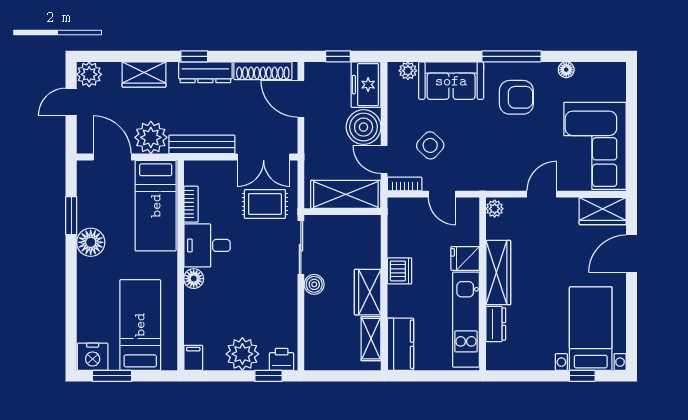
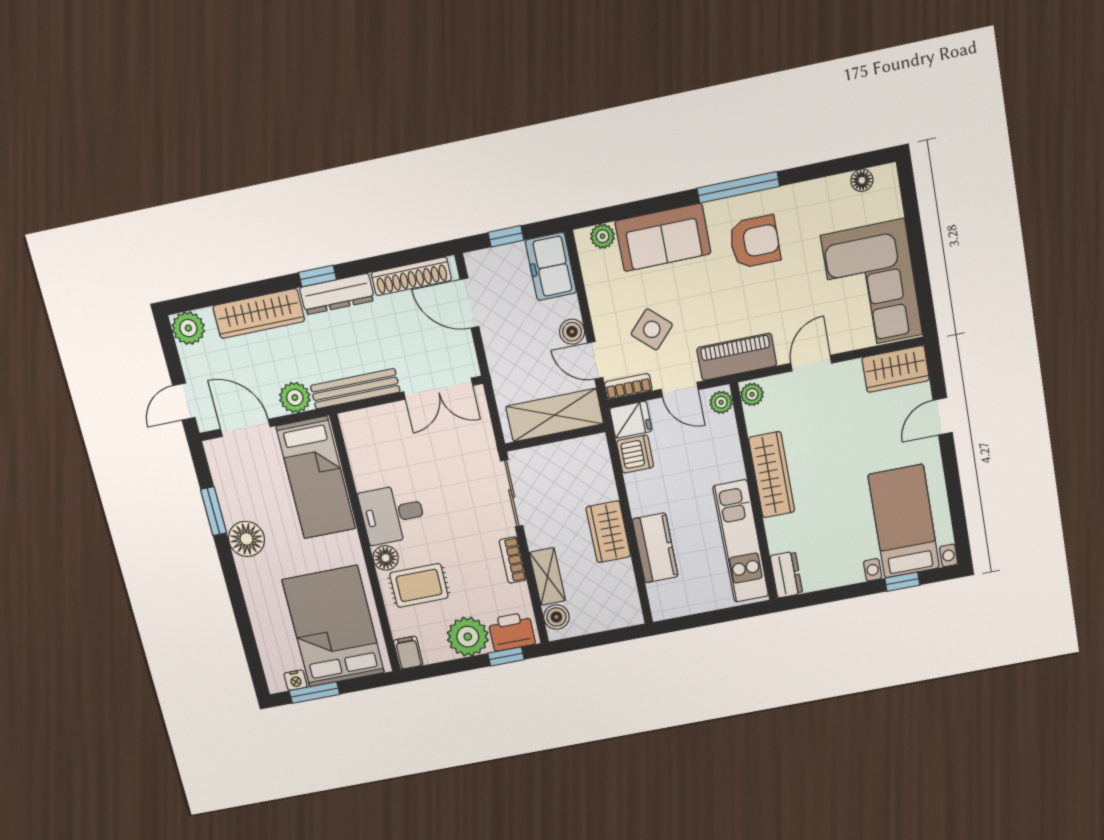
floor lamp: (566, 70) -> (862, 180), moved
wardrobe: (144, 74) -> (259, 314), width x1.50
door: (71, 102) -> (184, 402), moved
boiler: (364, 127) -> (572, 332), width x0.54, depth x0.54
plant: (151, 137) -> (295, 398), width x0.73, depth x0.73
piano: (488, 178) -> (737, 357), added
bookcase: (191, 204) -> (513, 560), moved, turned 180
rug: (265, 204) -> (419, 585), moved
plant: (471, 210) -> (721, 402), added
door: (631, 254) -> (943, 416), width x0.73
fridge: (465, 259) -> (631, 420), moved, turned 180
dishwasher: (400, 271) -> (635, 454), moved
boiler: (314, 284) -> (556, 617), moved
dresser: (496, 324) -> (786, 575), moved
bed: (140, 325) -> (333, 626), width x1.50
shelving: (371, 339) -> (547, 576), moved
kitchen counter: (401, 344) -> (655, 548), moved
nightstand: (93, 357) -> (296, 680), width x0.53, depth x0.56
printer: (282, 359) -> (512, 632), width x1.36, depth x1.24

